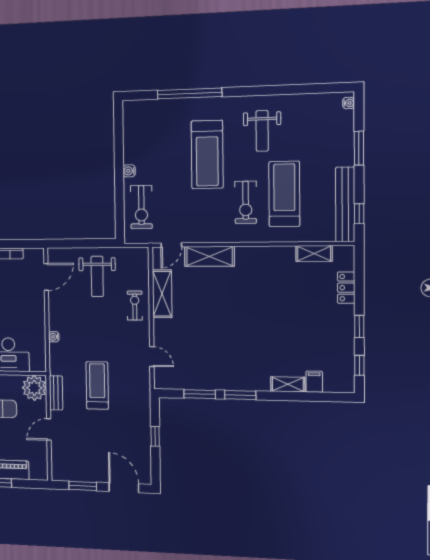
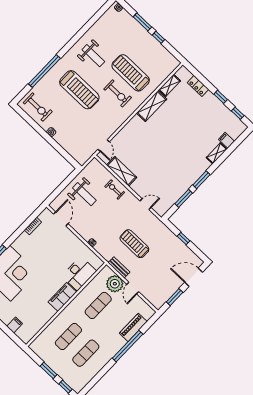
bench: (345, 204) -> (161, 51), removed
exercise bike: (141, 207) -> (38, 107), moved
window: (359, 214) -> (159, 37), moved
shelving: (210, 256) -> (152, 106), moved
plant: (34, 388) -> (115, 284), moved

